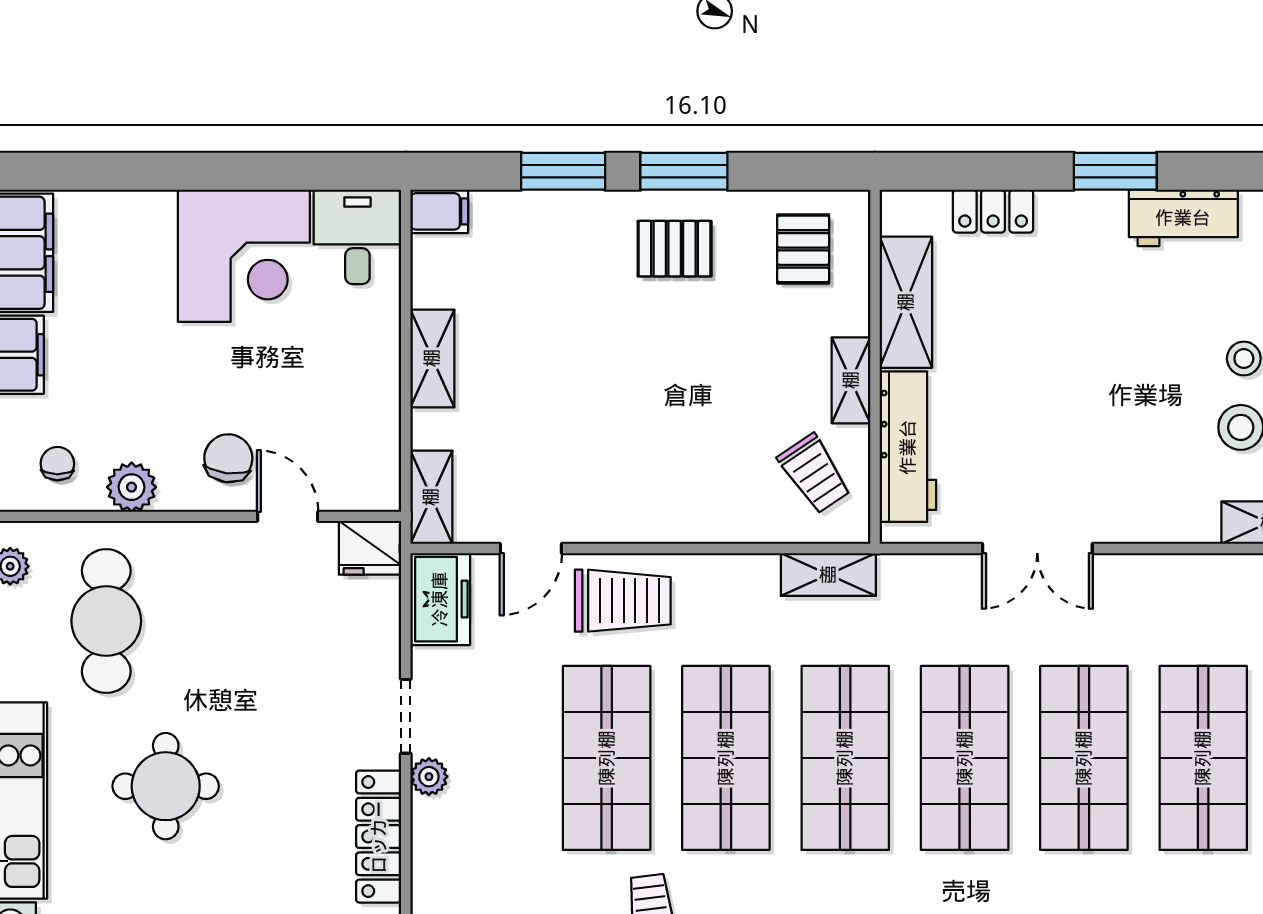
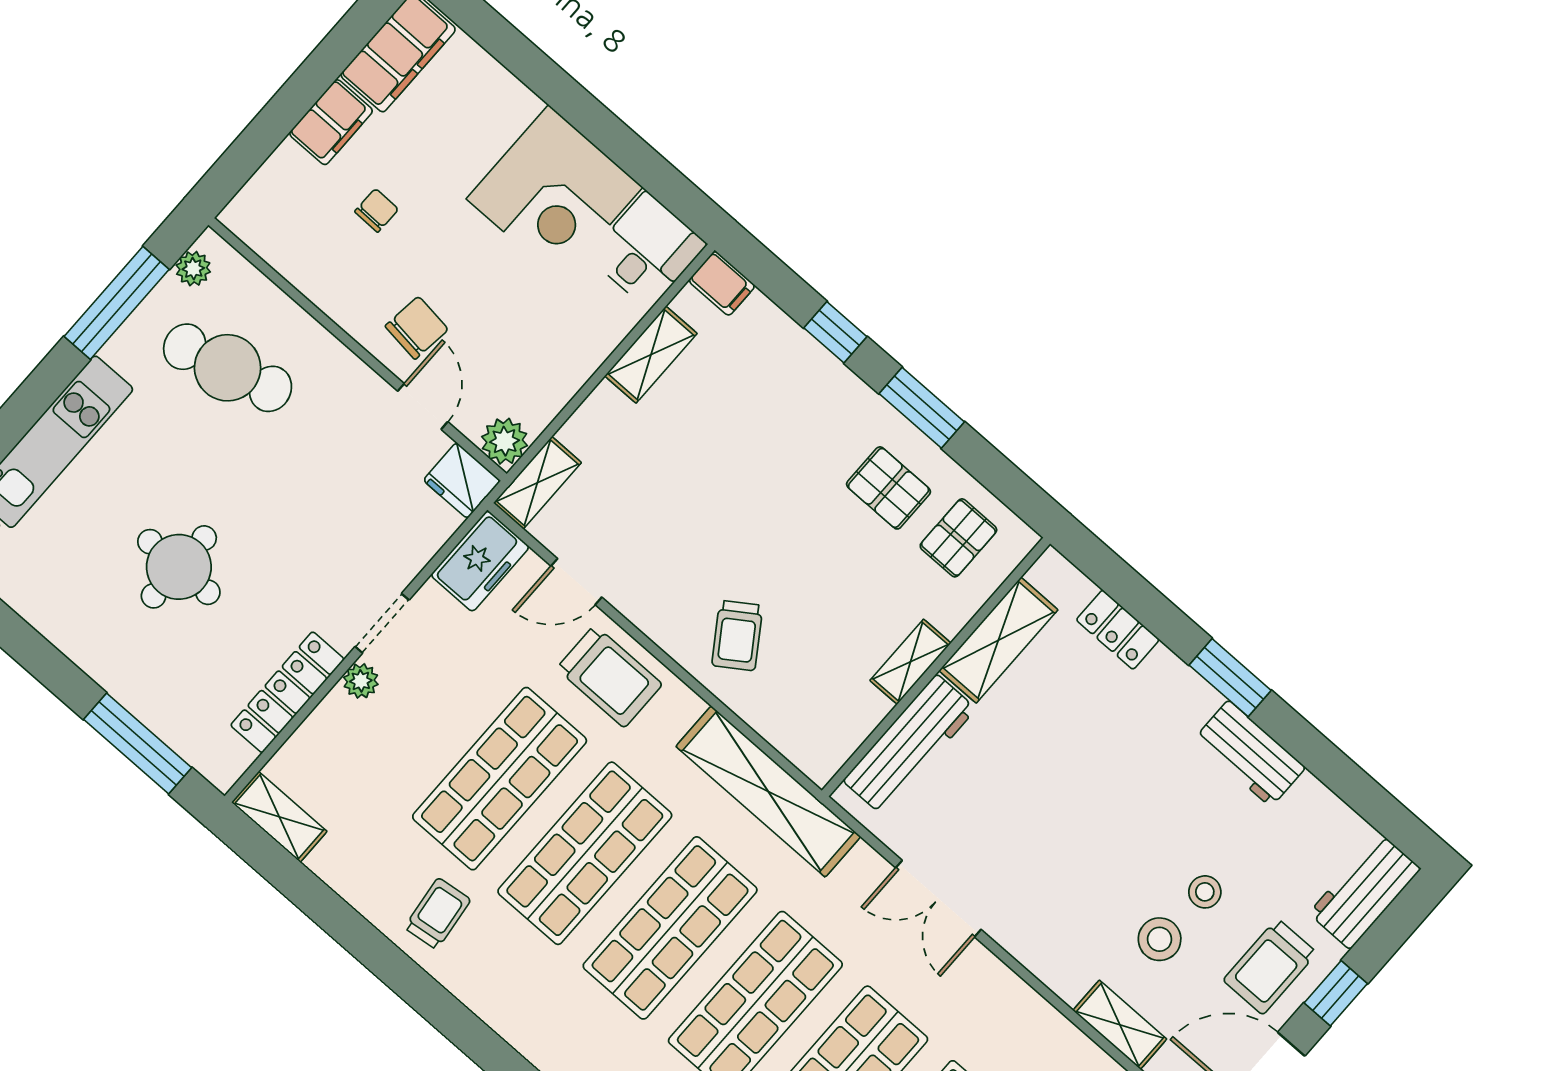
window: (563, 171) -> (835, 332), width x0.67
pallet: (675, 249) -> (889, 488), moved
shelving: (432, 358) -> (651, 355), moved
chair: (57, 464) -> (377, 210), moved
trolley: (815, 474) -> (737, 636), moved
plant: (132, 487) -> (505, 441), moved
shelving: (828, 575) -> (768, 791), width x2.20, depth x1.33
cafe table: (106, 621) -> (228, 368), turned 75
round table: (166, 786) -> (179, 567), moved

